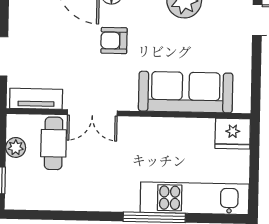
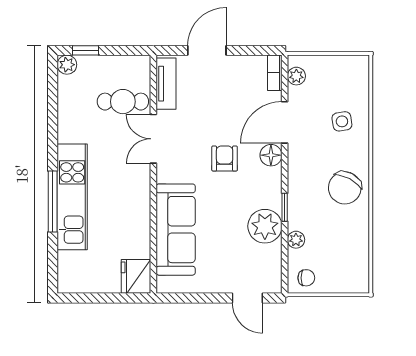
plant: (16, 147) -> (67, 65), moved
kitchen unit: (195, 198) -> (72, 197), moved

